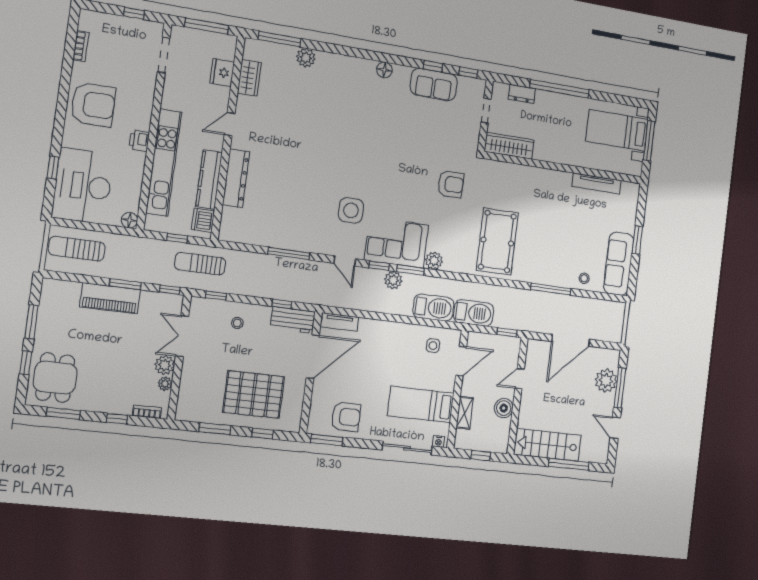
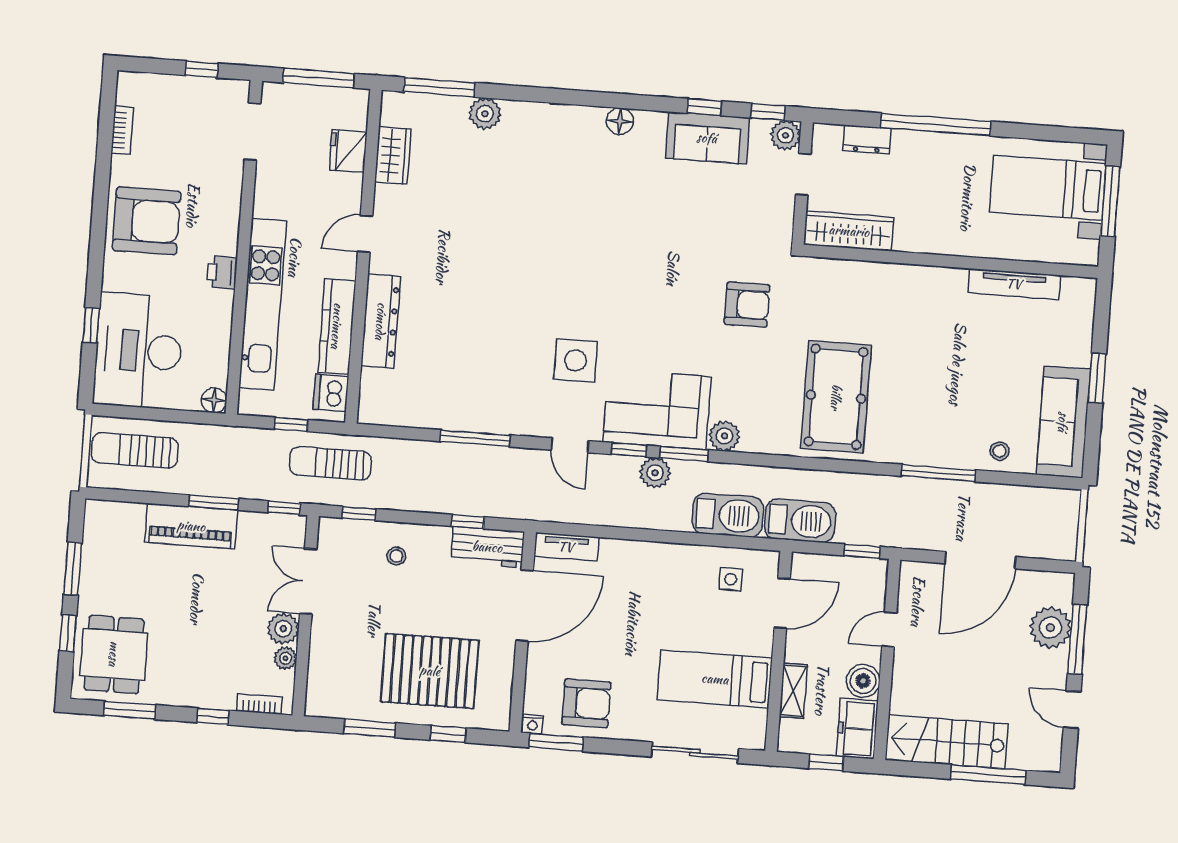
plant: (477, 87) -> (786, 135), added
freezer: (499, 436) -> (857, 729), added
nightstand: (439, 441) -> (533, 724), moved

